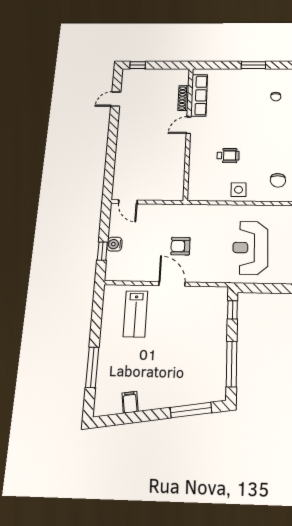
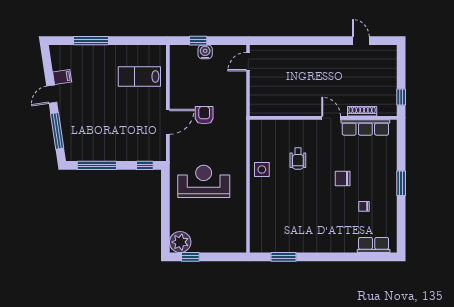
window: (138, 65) -> (401, 97), moved
chair: (278, 180) -> (343, 179), moved
door: (172, 284) -> (168, 122), moved
door: (149, 415) -> (52, 94), added

